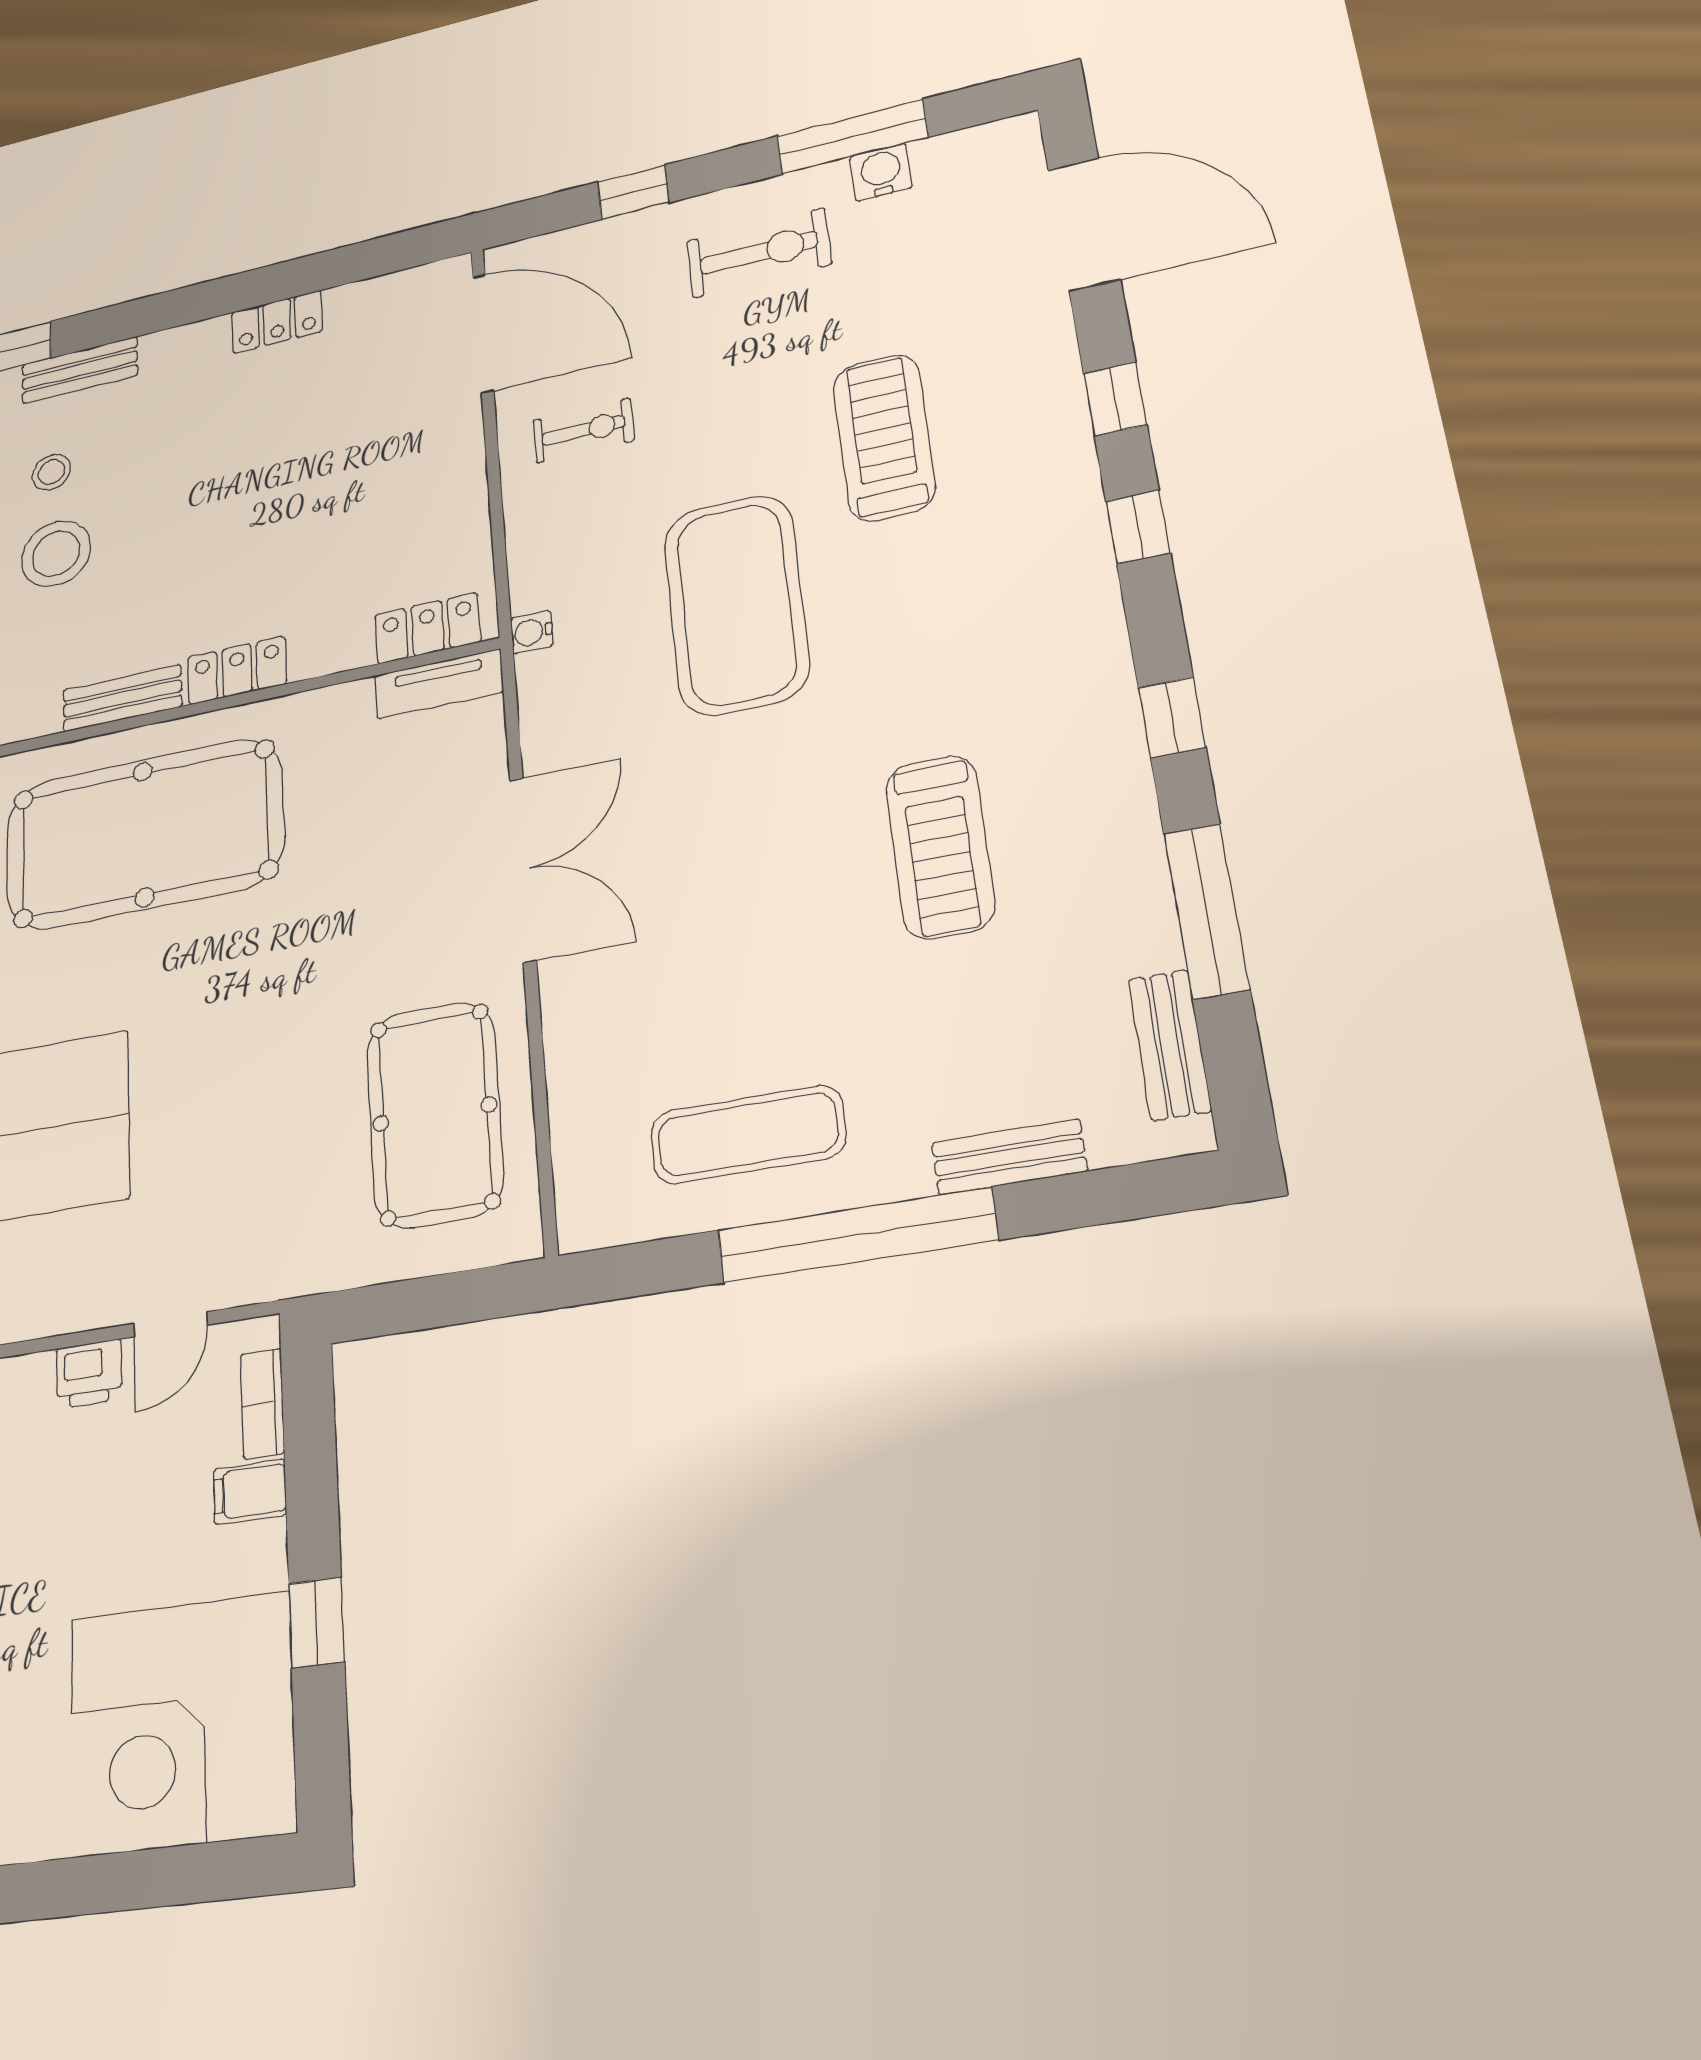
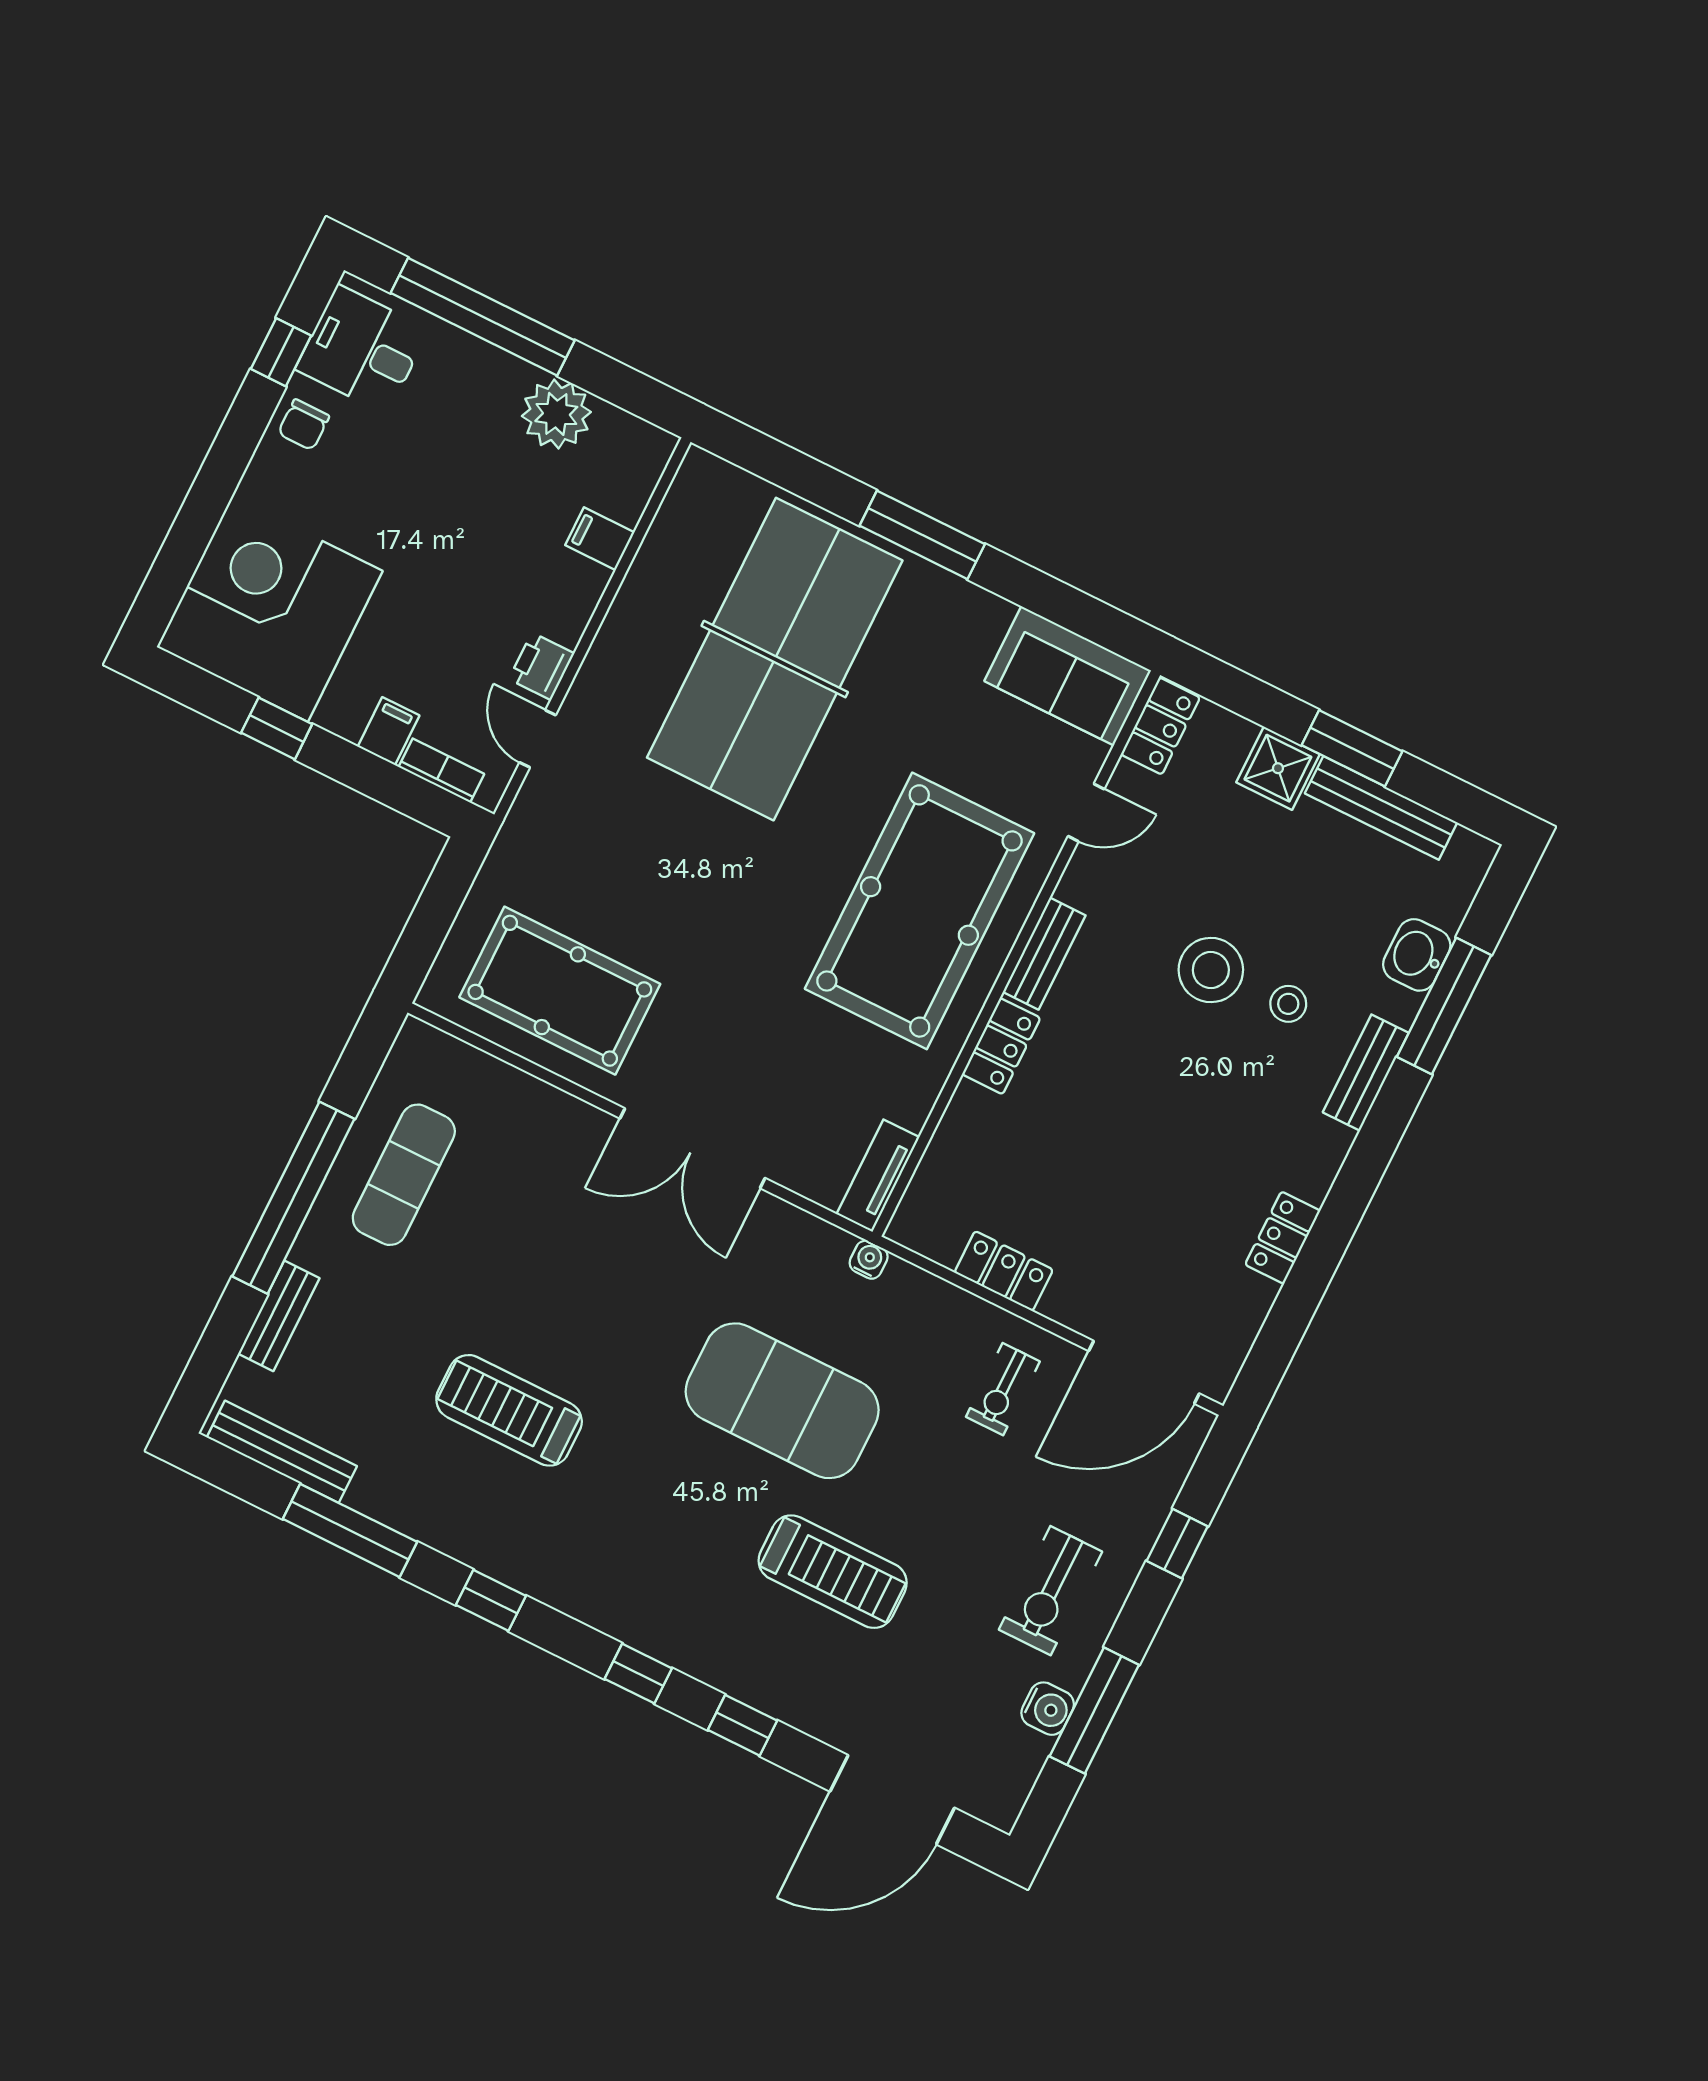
locker: (428, 628) -> (1004, 1271), moved, turned -90
bench: (1170, 1045) -> (282, 1452), width x1.36

